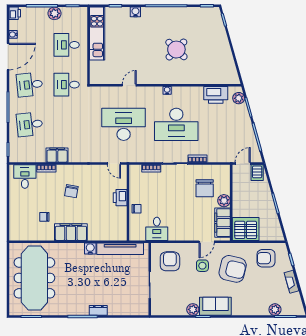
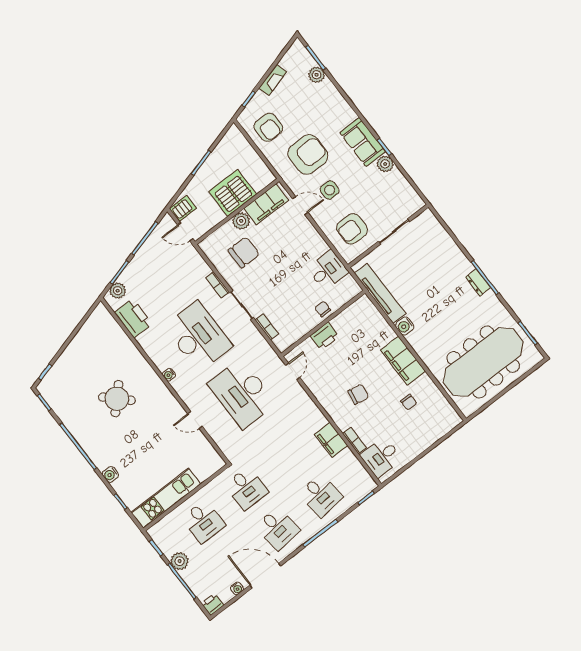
server rack: (246, 229) -> (233, 193), moved, turned 90
armchair: (233, 269) -> (308, 155), turned 77
dresser: (98, 310) -> (478, 282), moved

